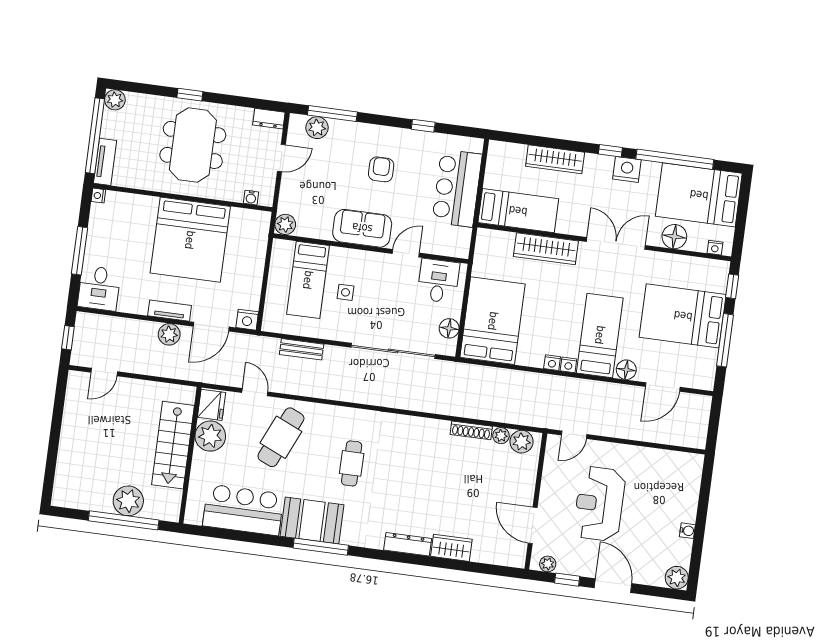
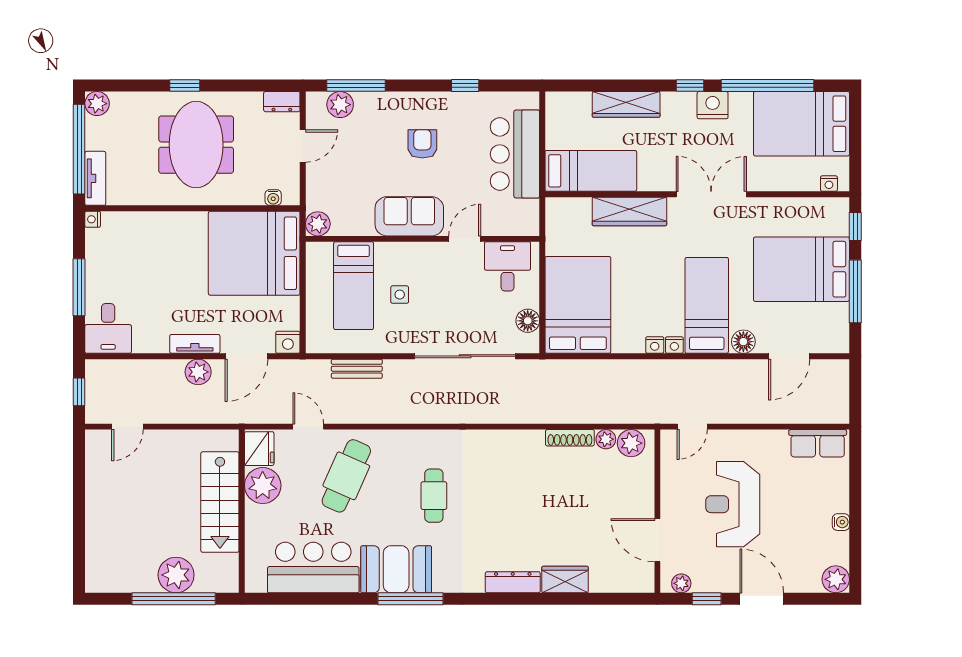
floor lamp: (674, 237) -> (779, 177), removed
bed: (190, 240) -> (254, 253), moved, turned 90
row of seats: (677, 463) -> (818, 443), added

